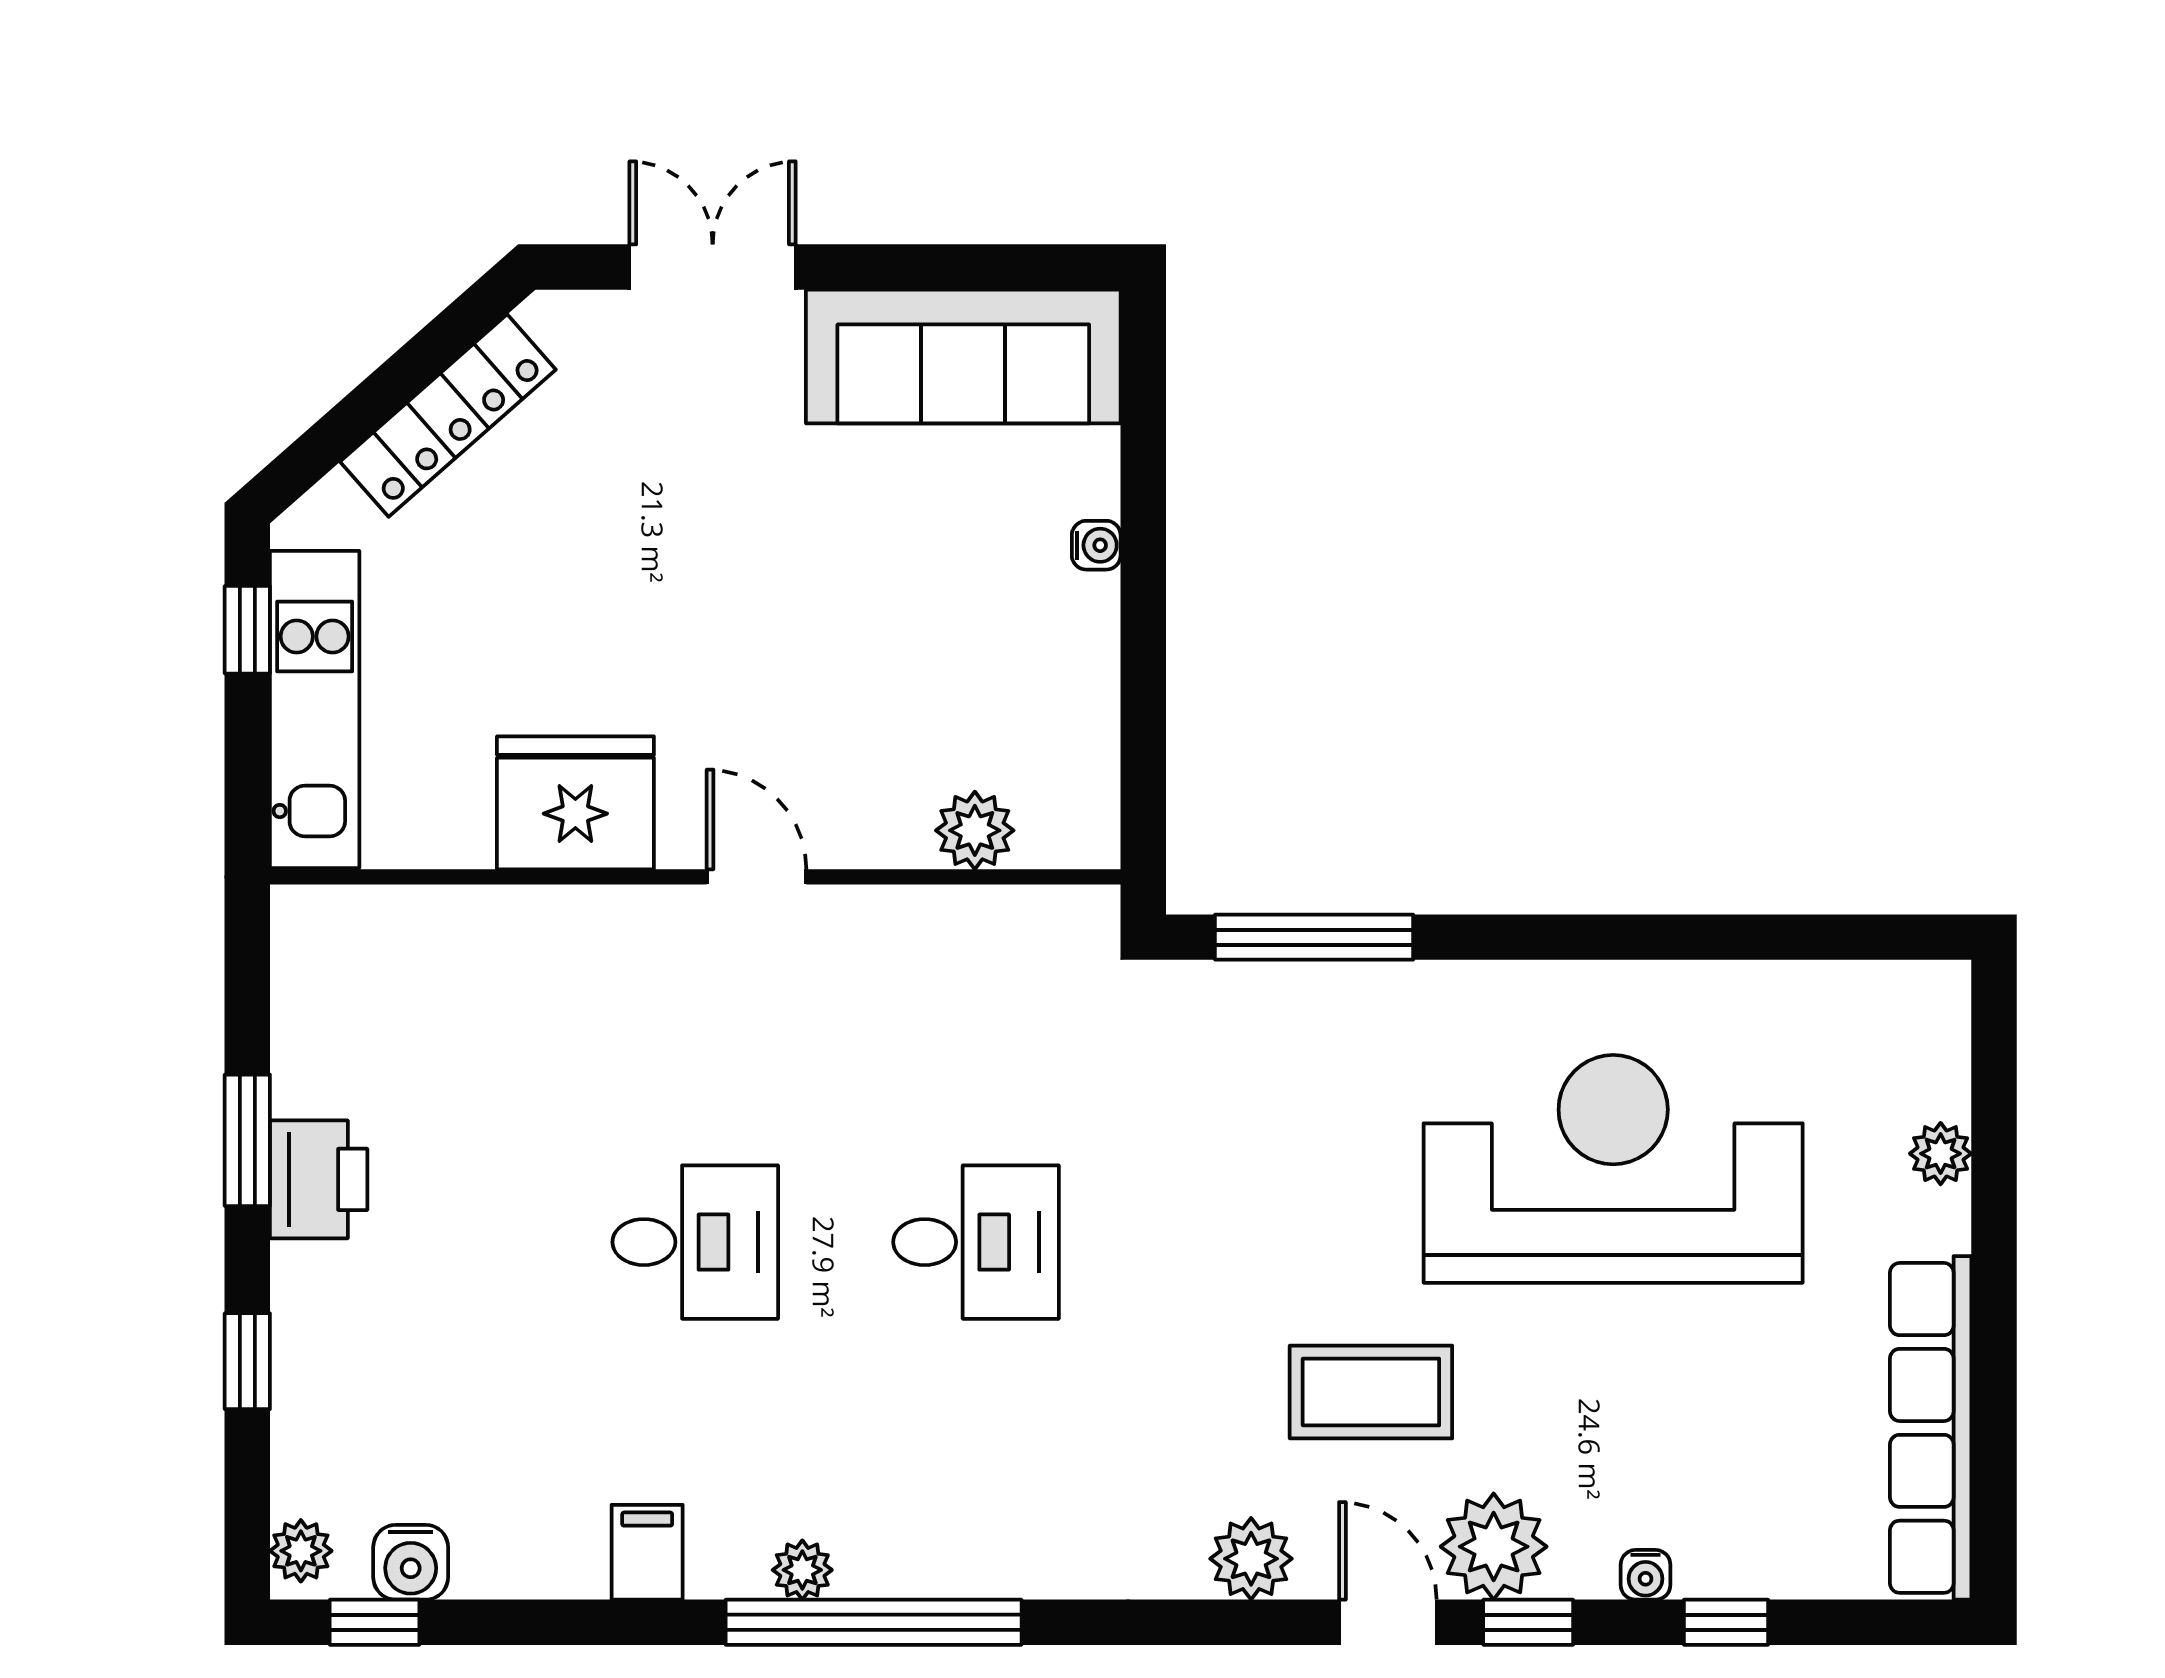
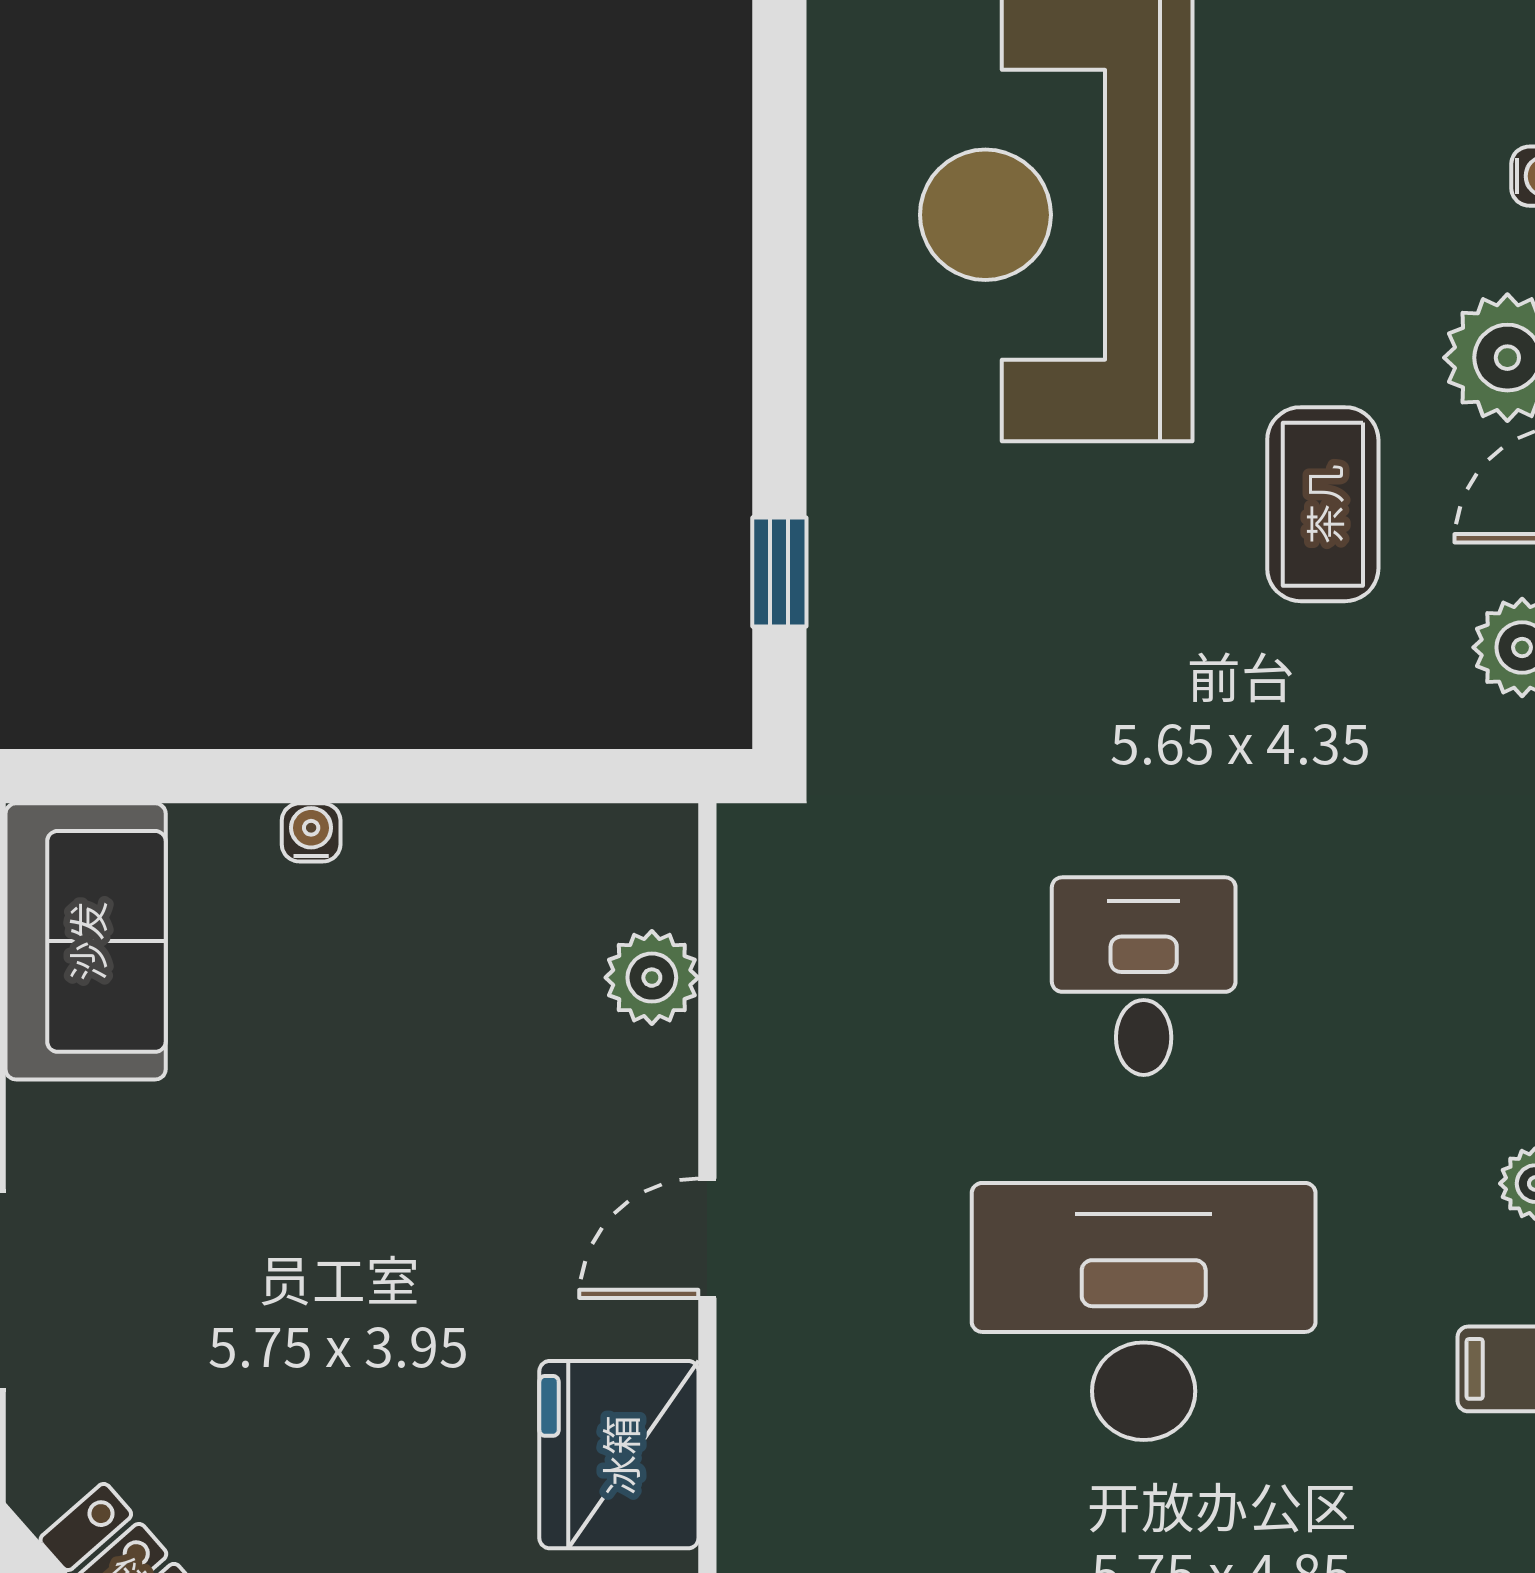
sofa: (963, 357) -> (86, 941), width x0.73
window: (1314, 937) -> (779, 572), width x0.46
desk: (695, 1242) -> (1144, 1311), width x1.87, depth x1.30

